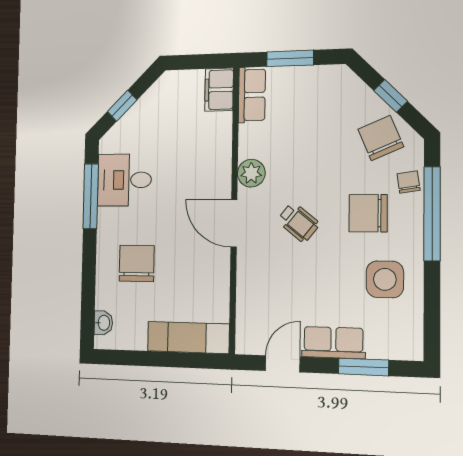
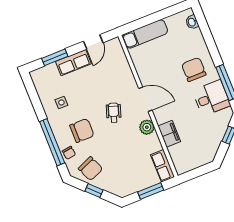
filing cabinet: (219, 90) -> (169, 134), moved
wheelchair: (298, 222) -> (114, 113), turned 70
chair: (137, 263) -> (194, 69), moved, turned 180
side table: (385, 279) -> (61, 103), width x0.54, depth x0.54

